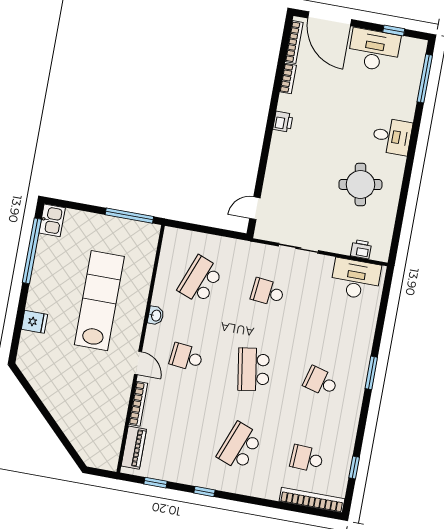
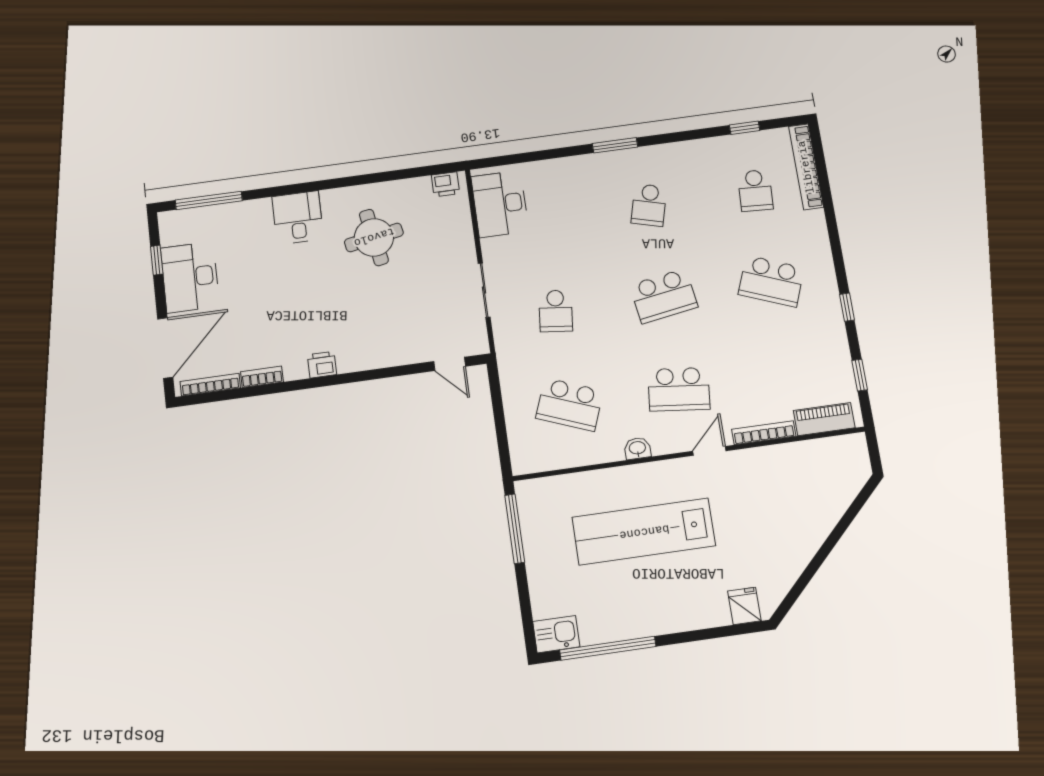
printer: (361, 249) -> (445, 184), moved, turned -90
fridge: (34, 322) -> (744, 606), moved
school desk: (186, 357) -> (679, 389), width x1.85

